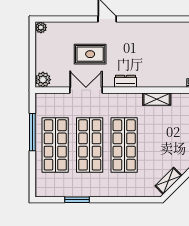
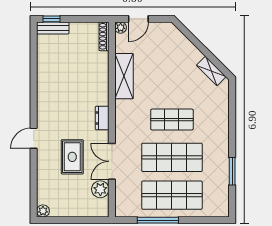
plant: (43, 80) -> (100, 189), moved
shelving: (157, 99) -> (124, 76), width x1.50, depth x1.33
shop shelf: (124, 145) -> (172, 120), width x0.70, depth x0.74

